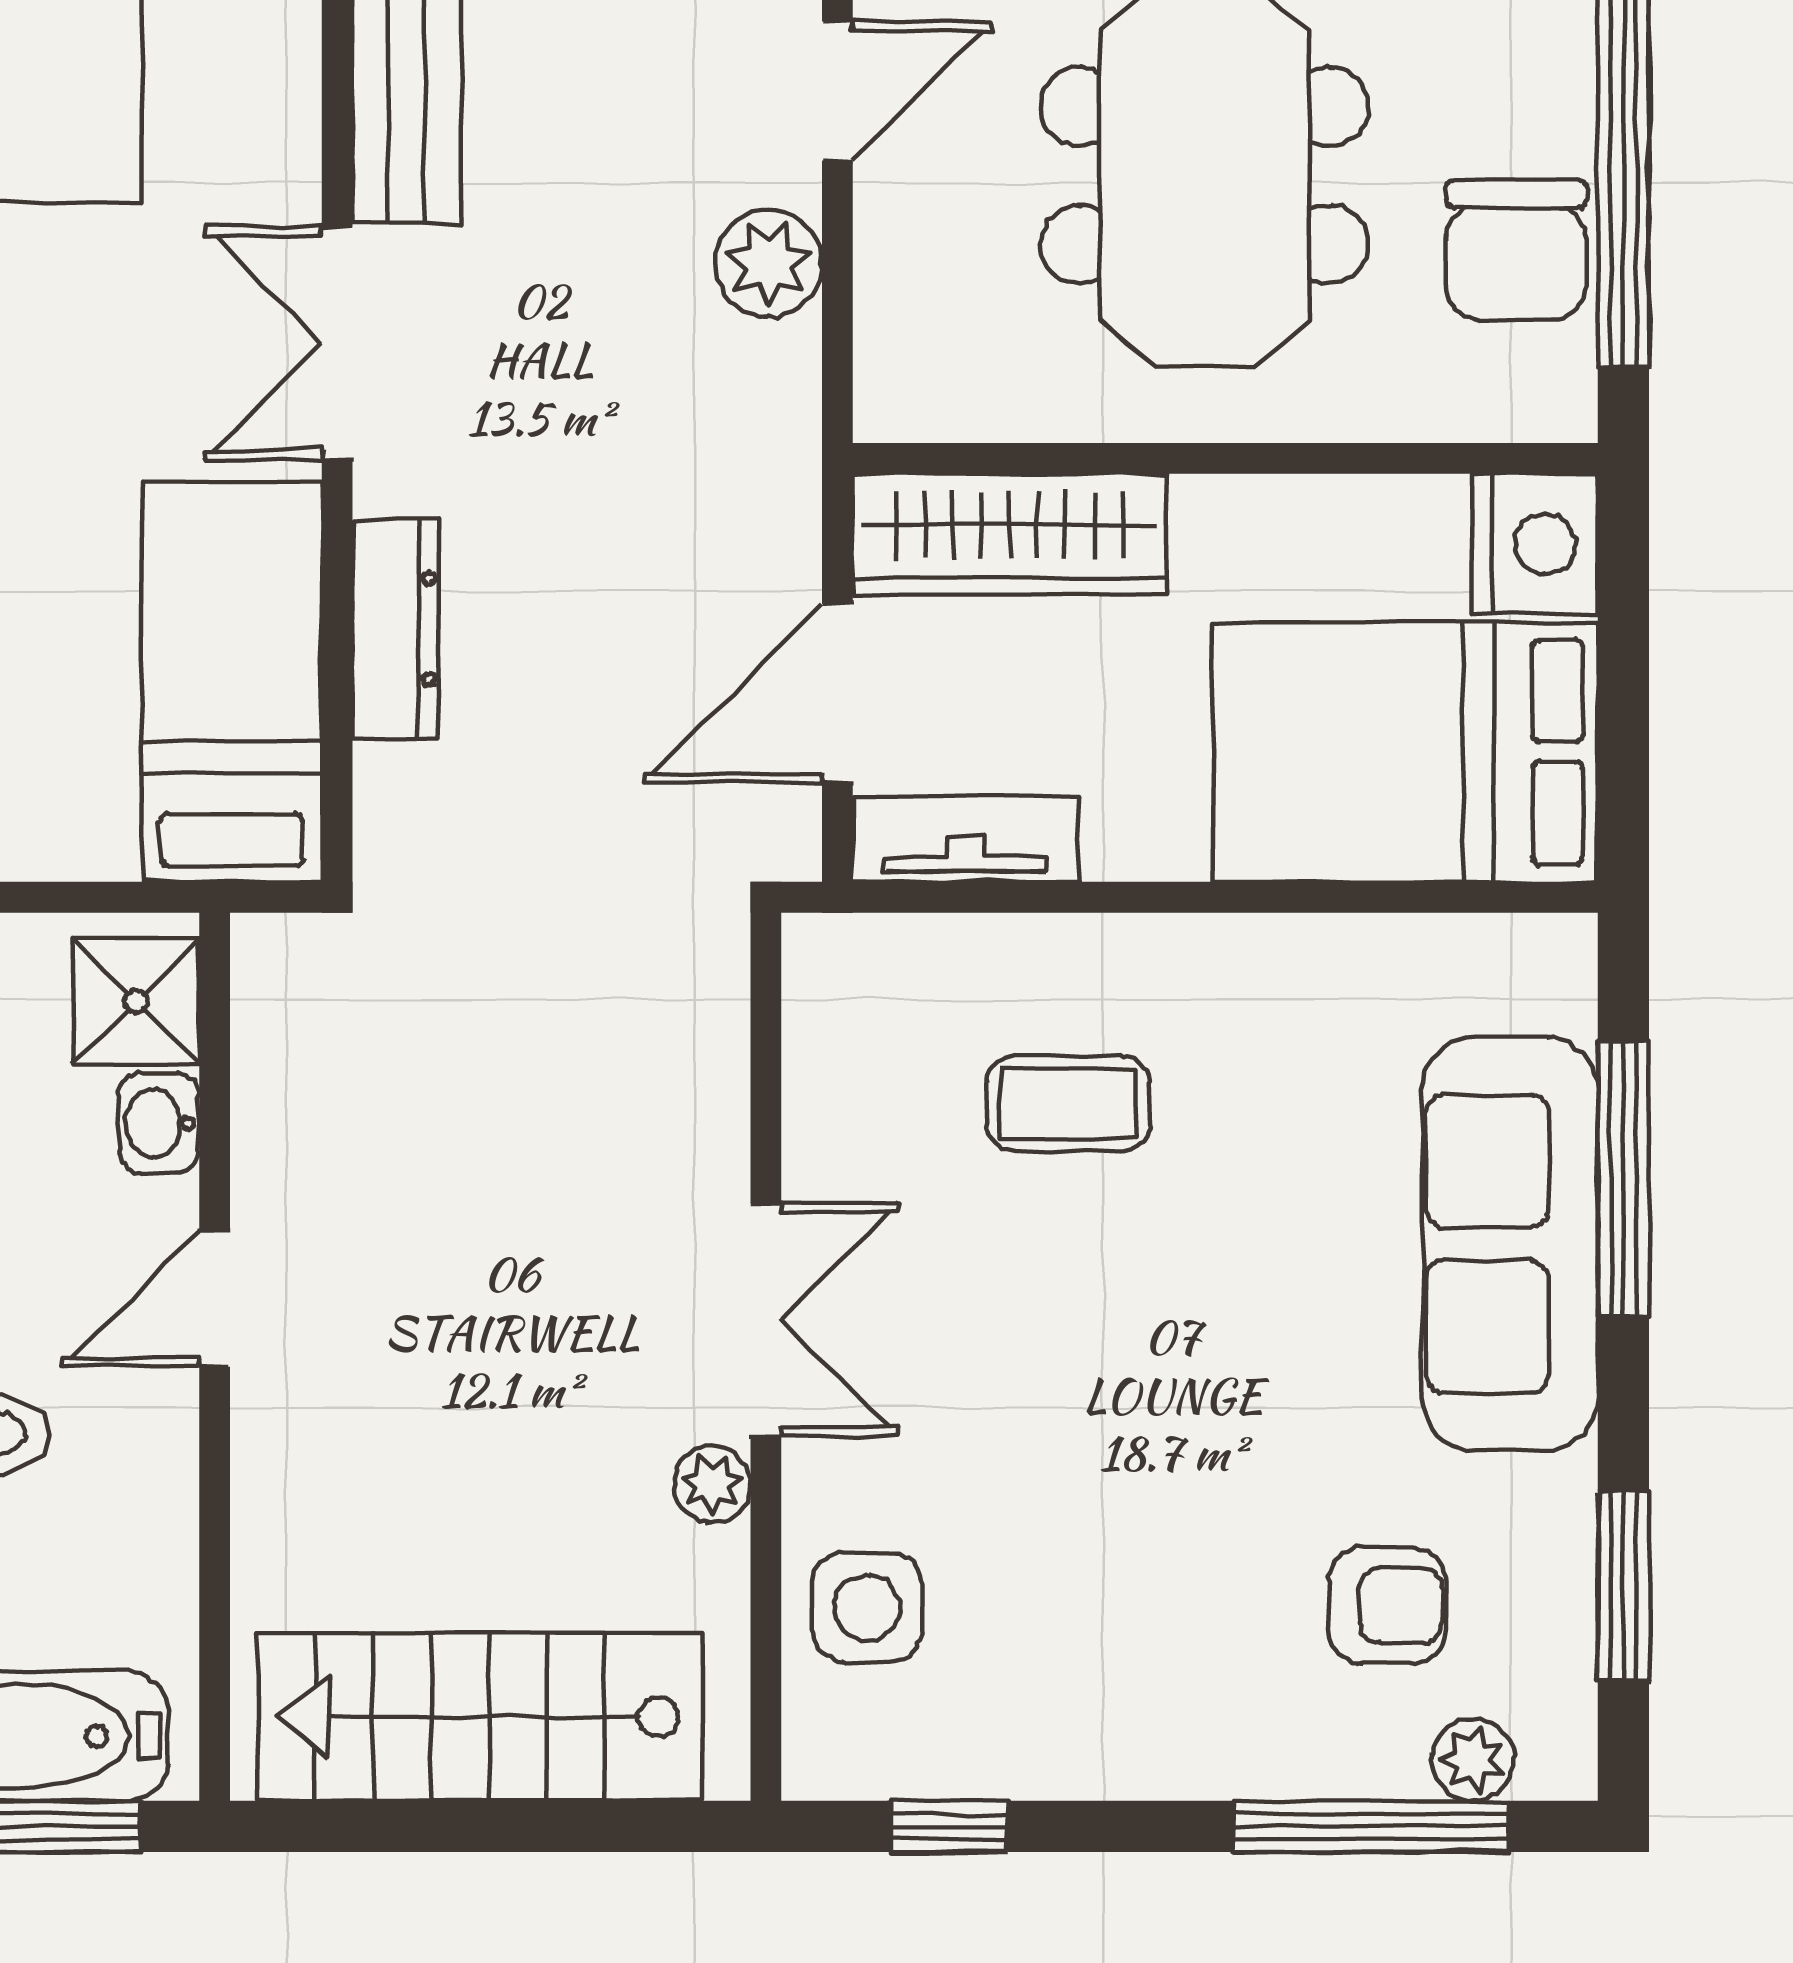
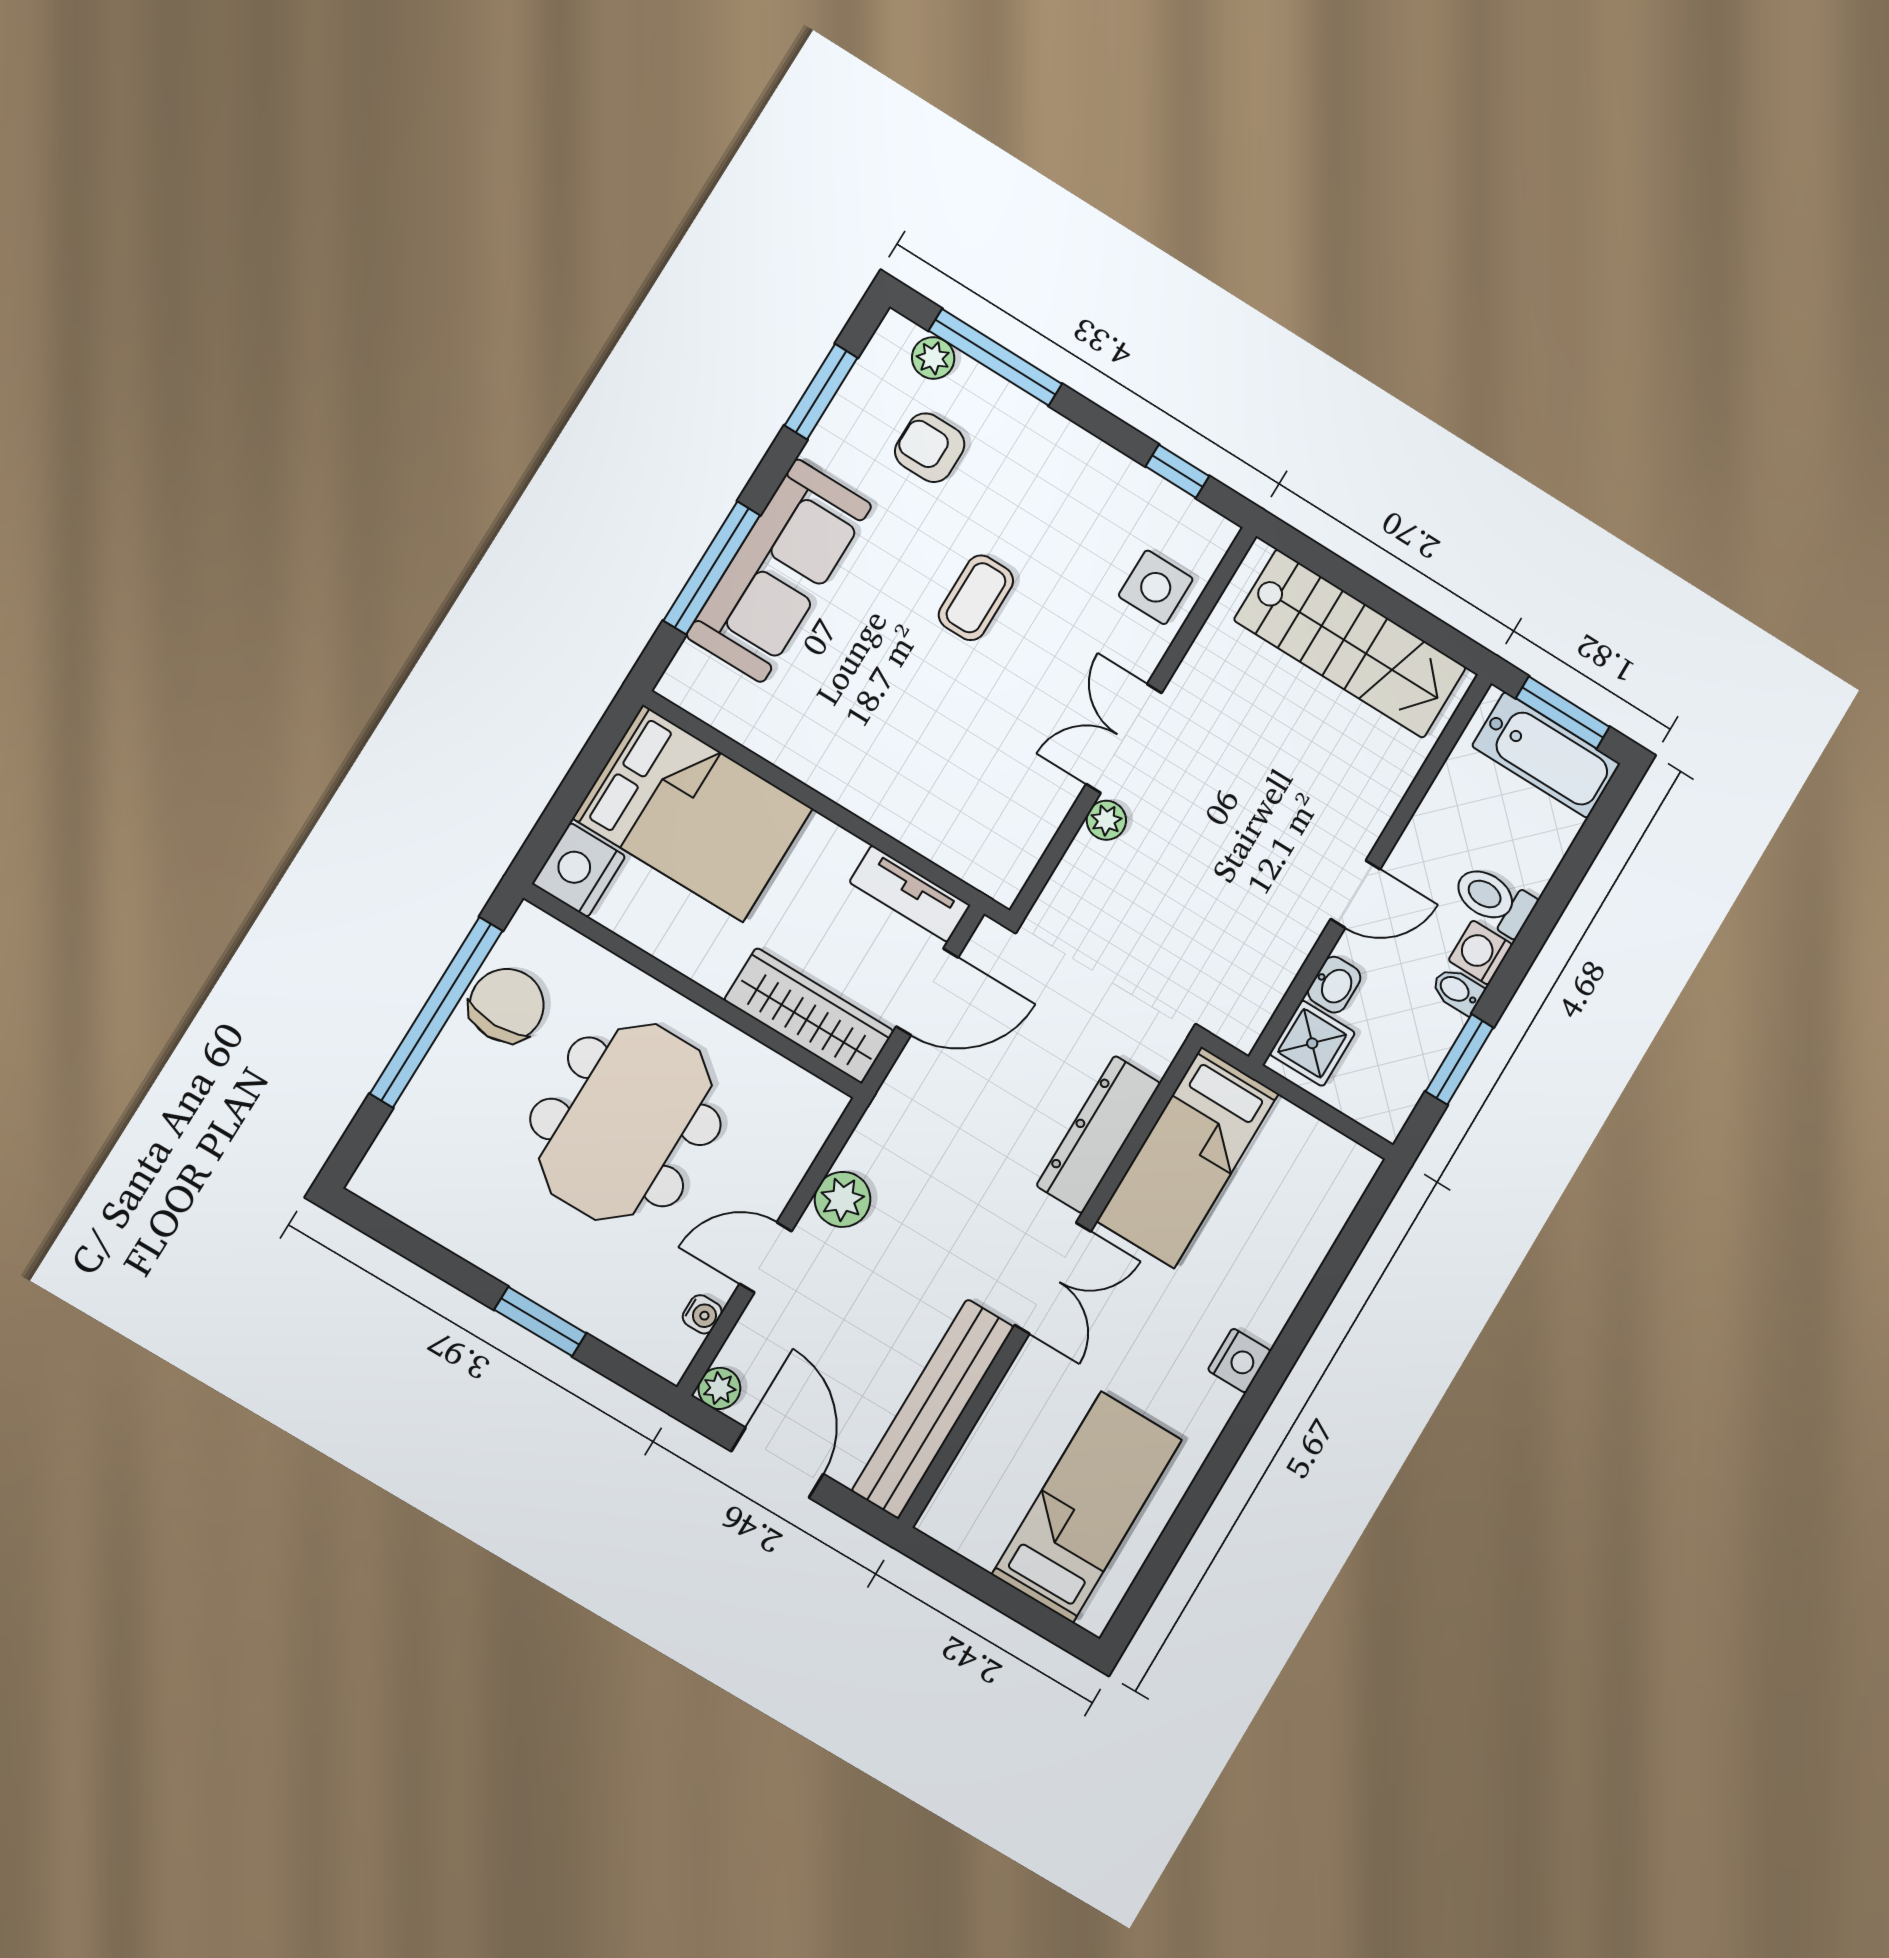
dresser: (395, 629) -> (1098, 1134), width x1.37, depth x1.24
coffee table: (1068, 1104) -> (976, 598), moved, turned 90
plant: (712, 1484) -> (1106, 820), moved

